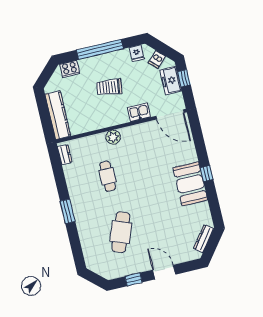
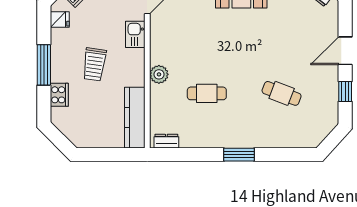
window: (100, 49) -> (44, 65), width x0.68
cooker: (70, 69) -> (59, 95), moved
kitchen counter: (58, 115) -> (135, 118), moved, turned -90
cafe table: (121, 232) -> (282, 93), width x0.73, depth x0.74

